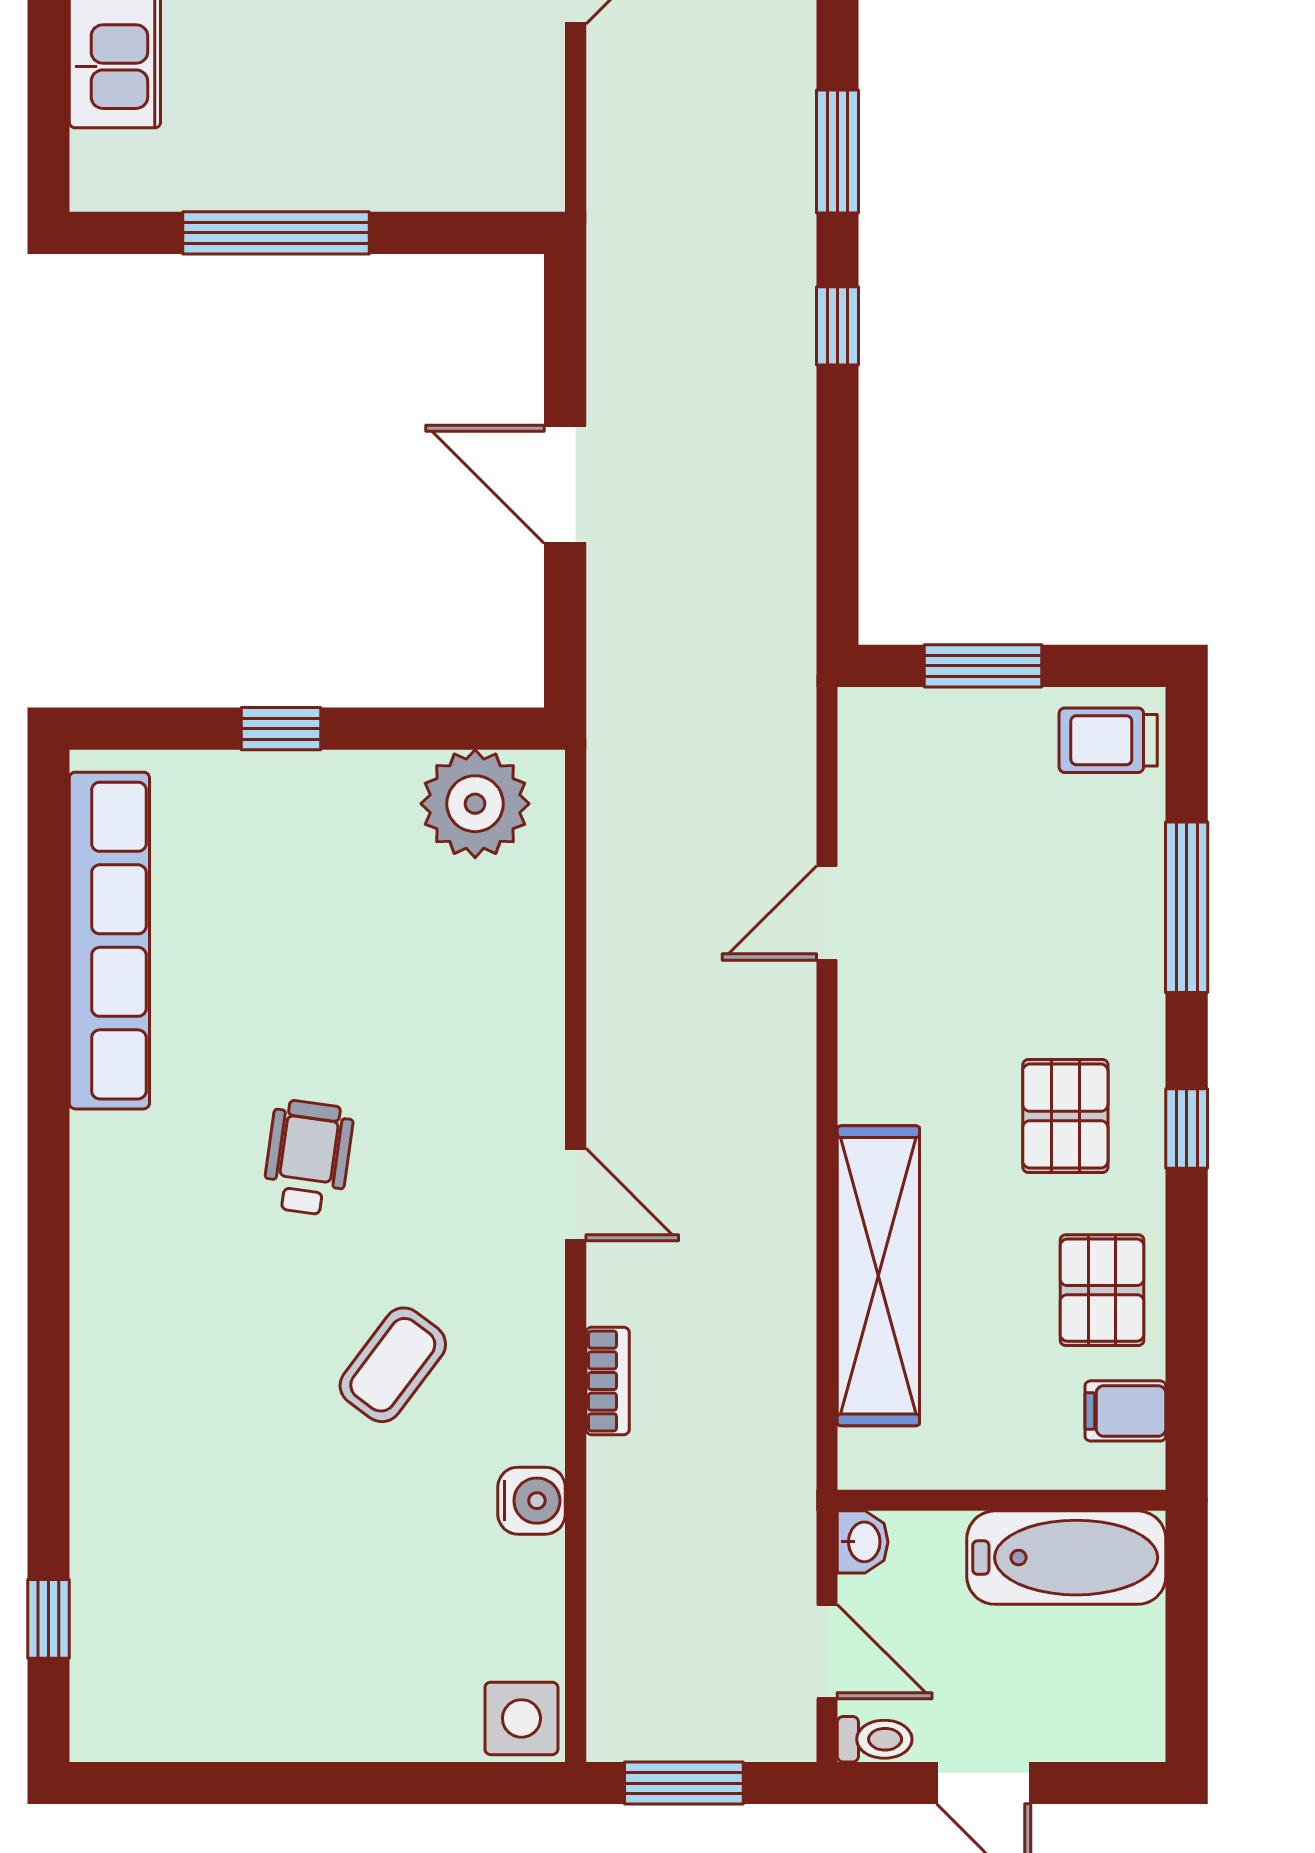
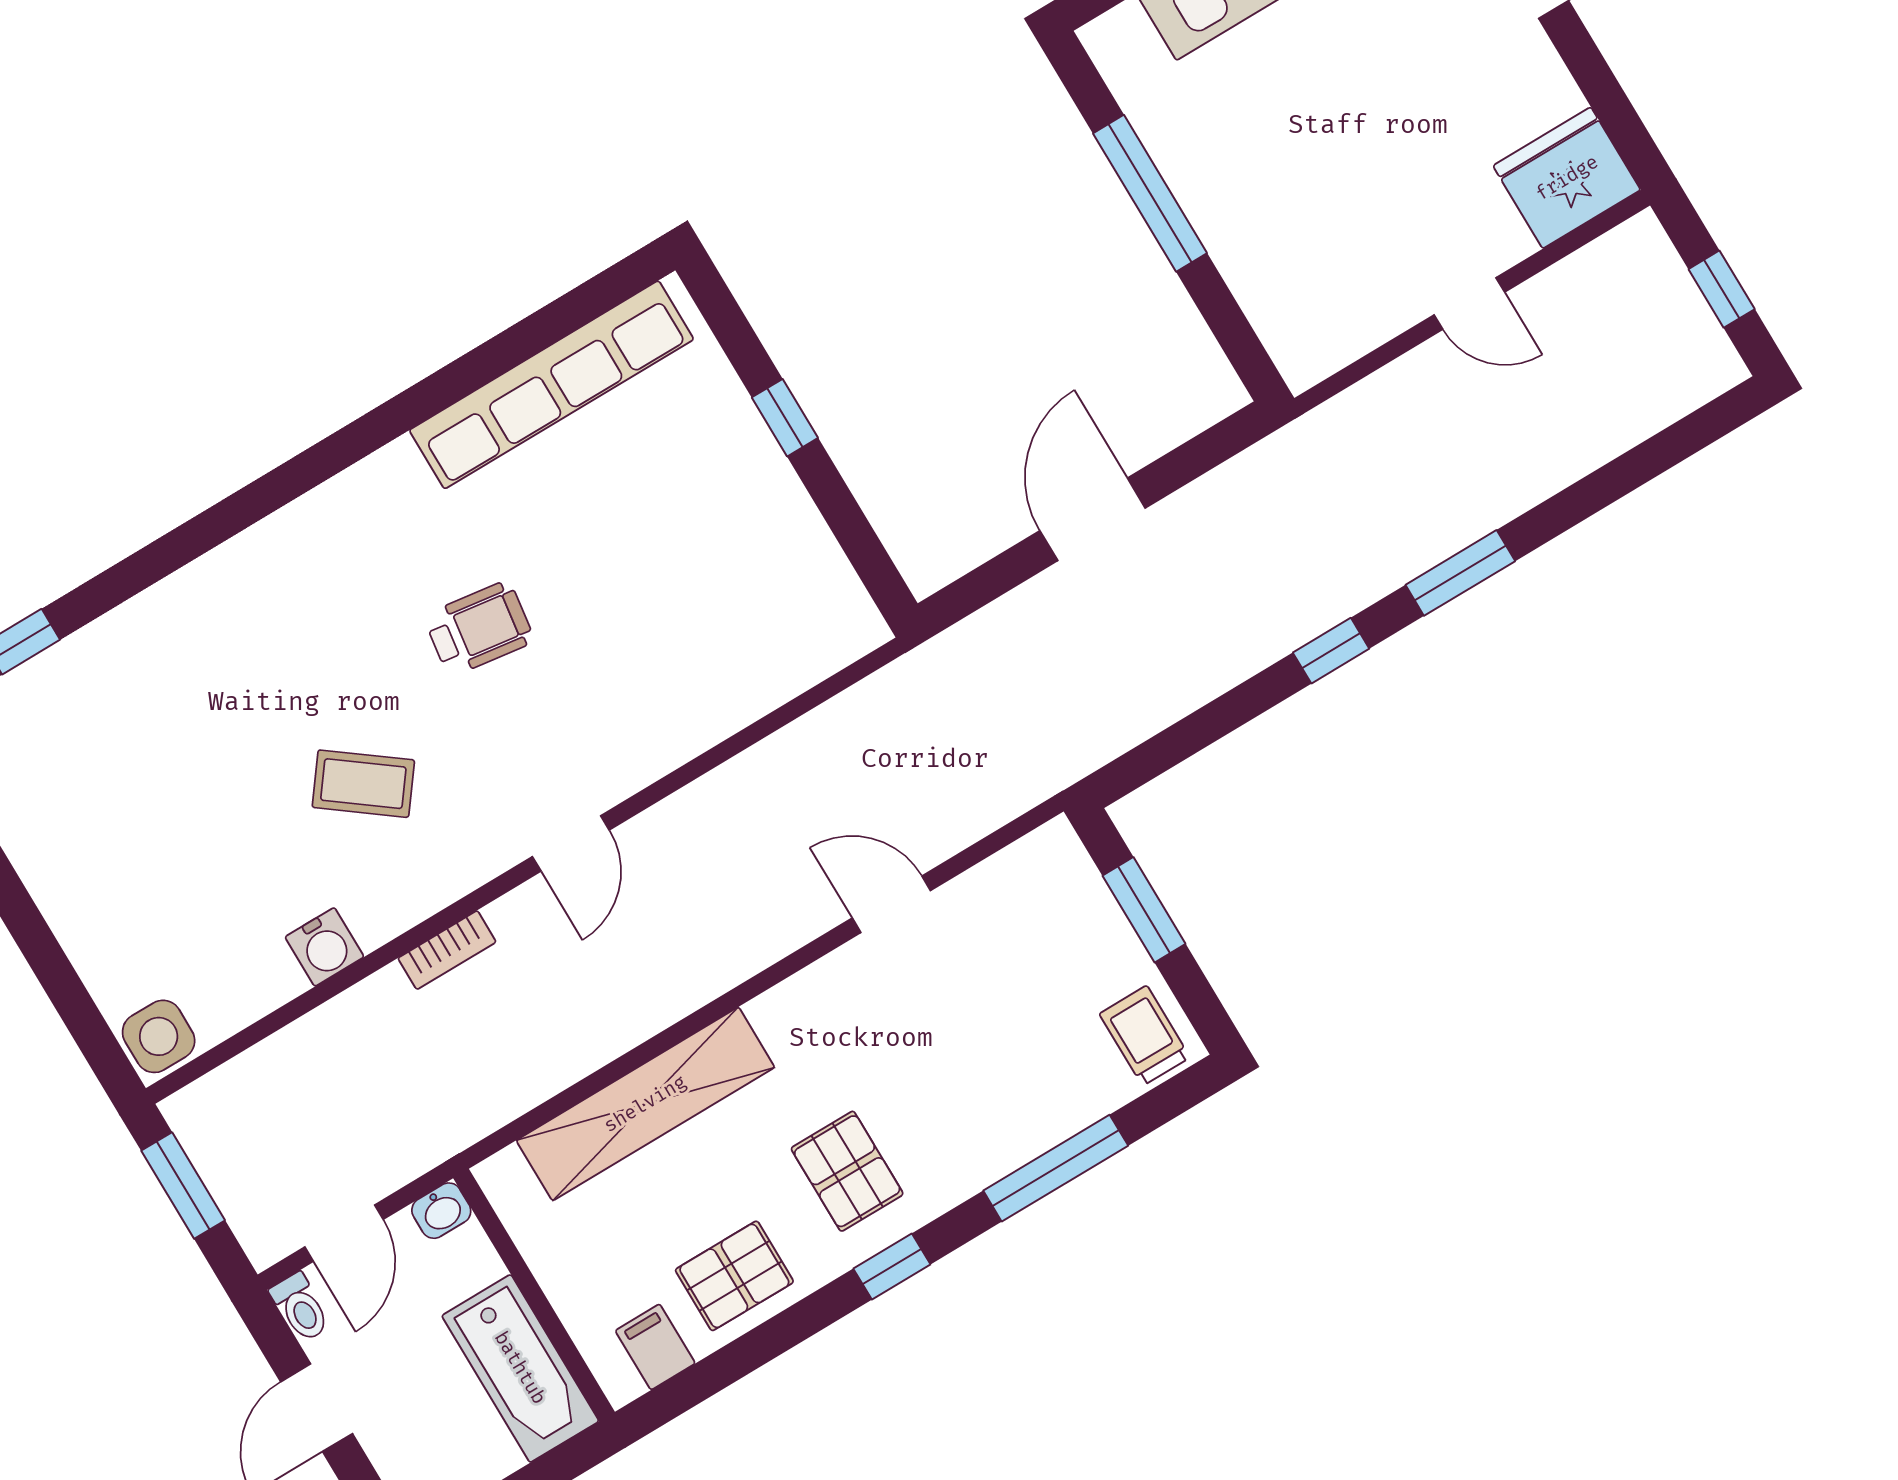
plant: (475, 804) -> (816, 595), removed
pallet: (1065, 1116) -> (847, 1171), turned 90

